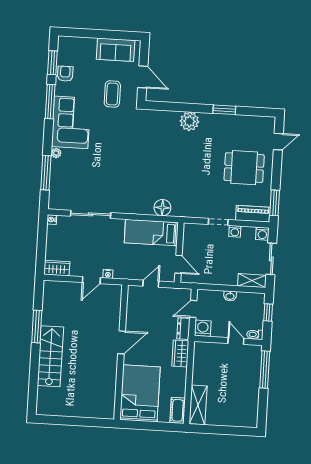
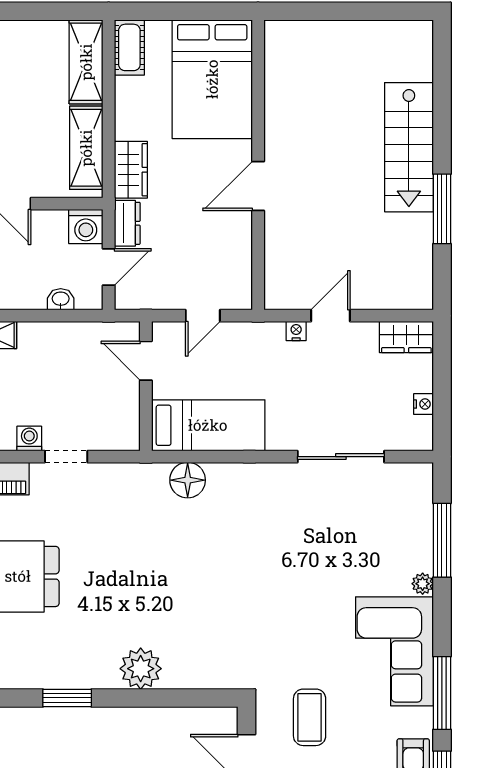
nightstand: (52, 220) -> (423, 404), moved
washbasin: (230, 296) -> (61, 299), moved
shelving: (200, 365) -> (86, 148), added

